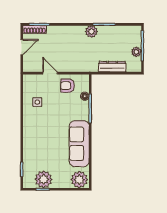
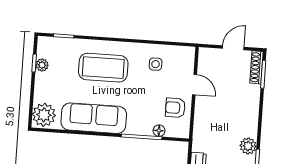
door: (22, 47) -> (233, 48), swing flipped
door: (50, 73) -> (194, 85), hinge flipped
armchair: (68, 86) -> (175, 108), turned -90
coffee table: (42, 139) -> (103, 68), added
plant: (44, 179) -> (42, 65), width x0.53, depth x0.53

